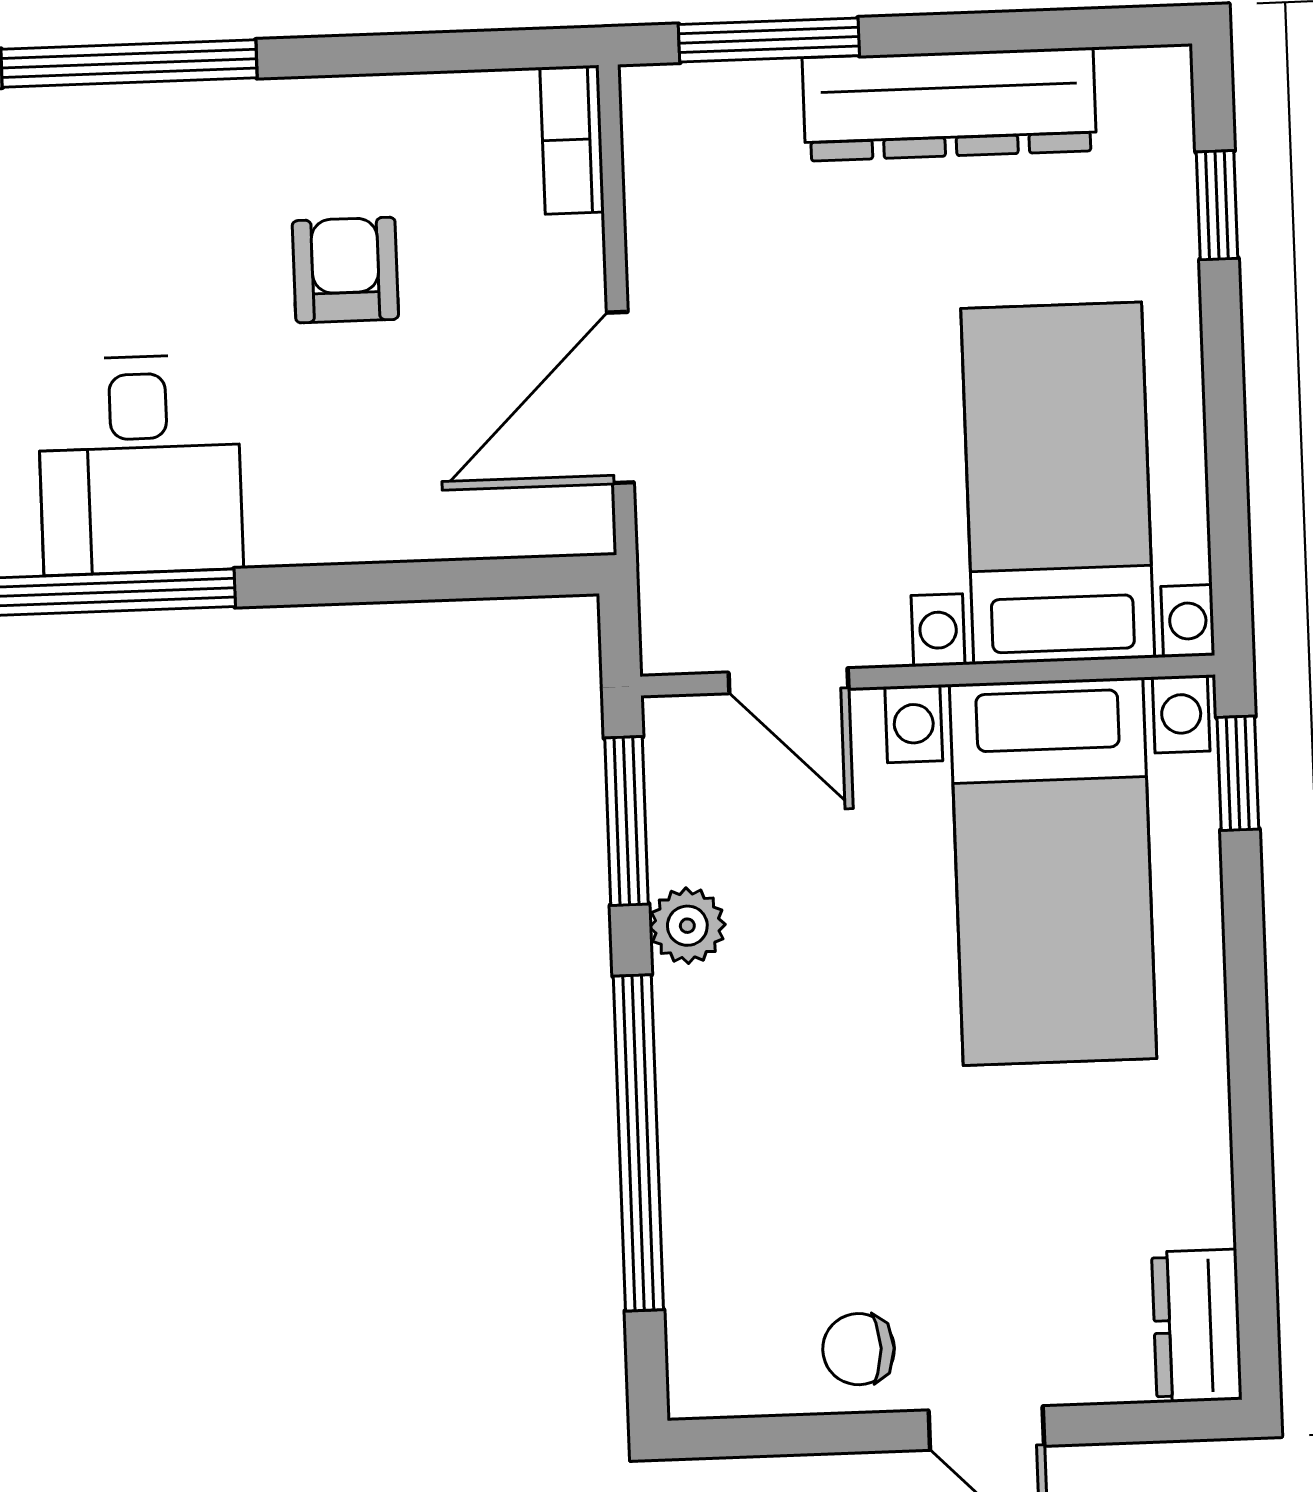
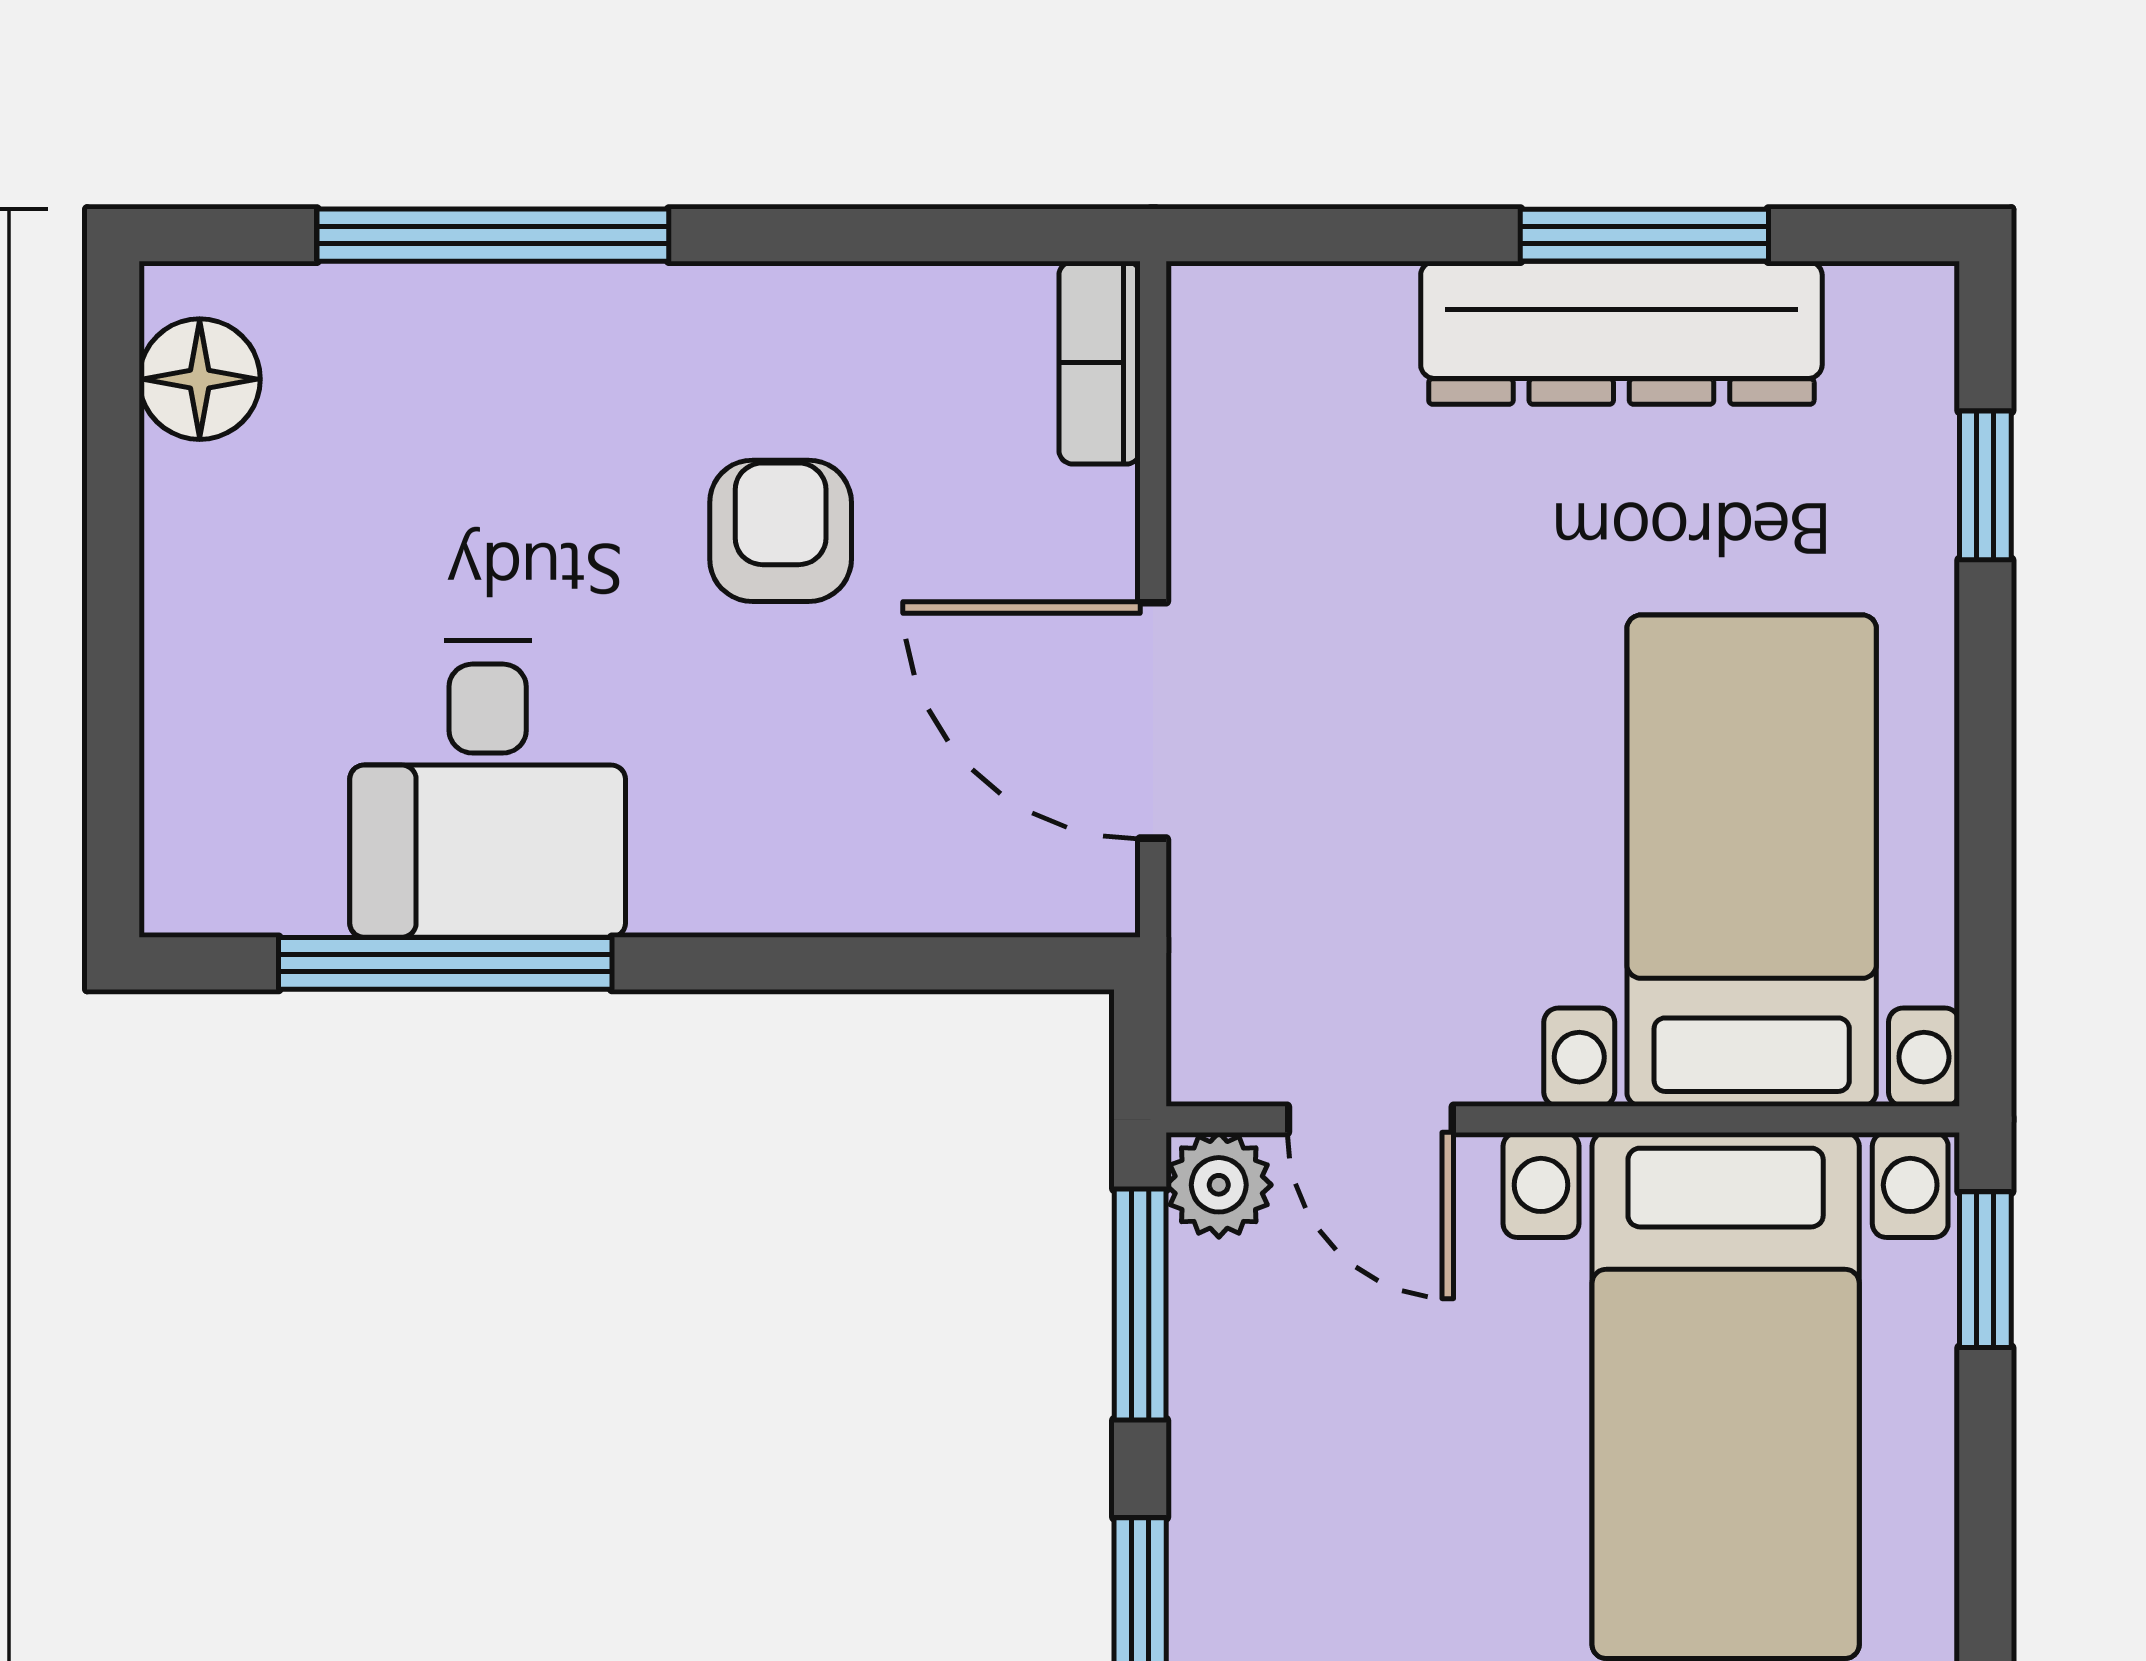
window: (769, 40) -> (1644, 235), moved
door: (620, 397) -> (1153, 720), hinge flipped
plant: (687, 926) -> (1219, 1185), moved

